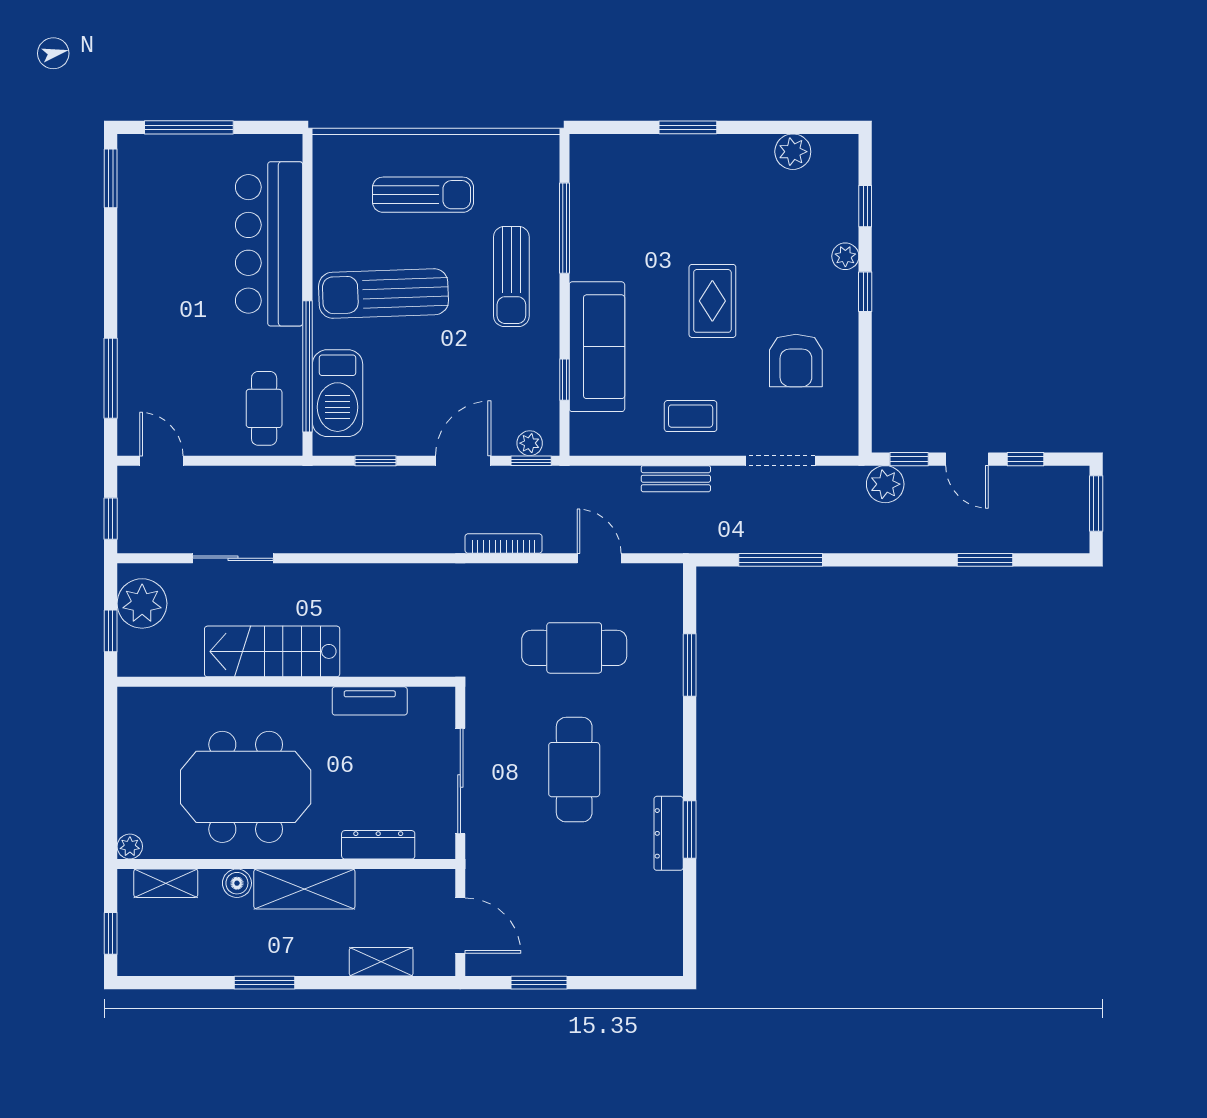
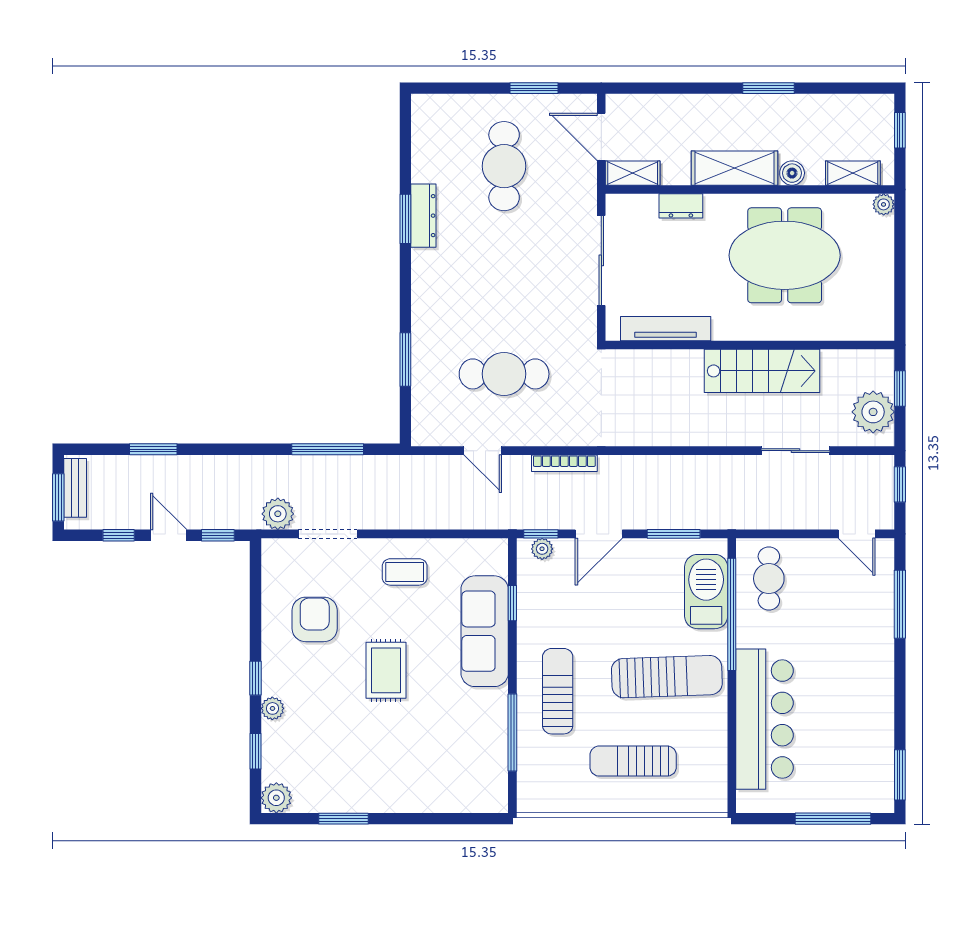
window: (688, 127) -> (344, 819), moved
plant: (793, 152) -> (276, 798), moved
window: (376, 461) -> (674, 534), width x1.50
bench: (676, 479) -> (75, 488), moved, turned 90
plant: (885, 484) -> (278, 514), moved
tv unit: (370, 701) -> (666, 329), width x1.41
cafe table: (574, 770) -> (504, 166), moved
dresser: (378, 845) -> (681, 206), width x0.70
shelving: (381, 962) -> (633, 173), moved

